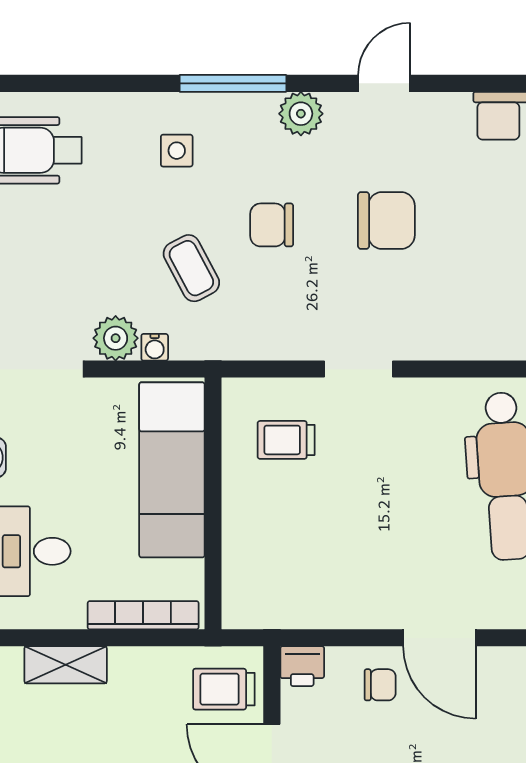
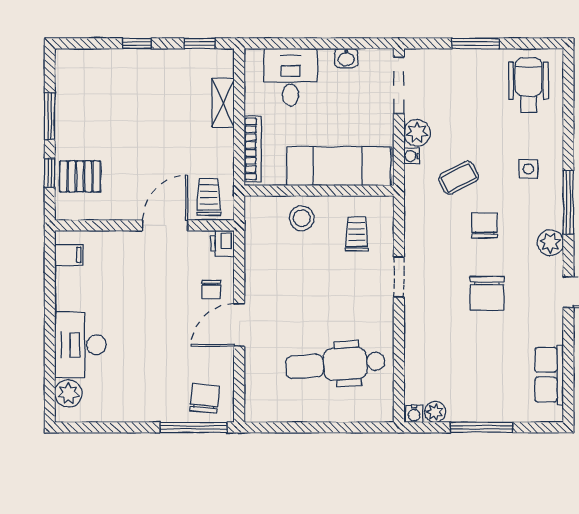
stool: (260, 533) -> (302, 218), added

